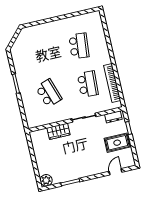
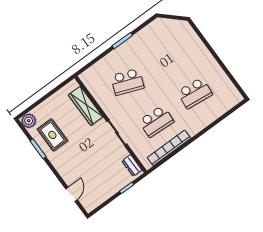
school desk: (49, 93) -> (127, 82), turned 39
wardrobe: (58, 131) -> (86, 106), width x1.50
rug: (117, 143) -> (52, 135), moved
door: (116, 172) -> (71, 194), hinge flipped

